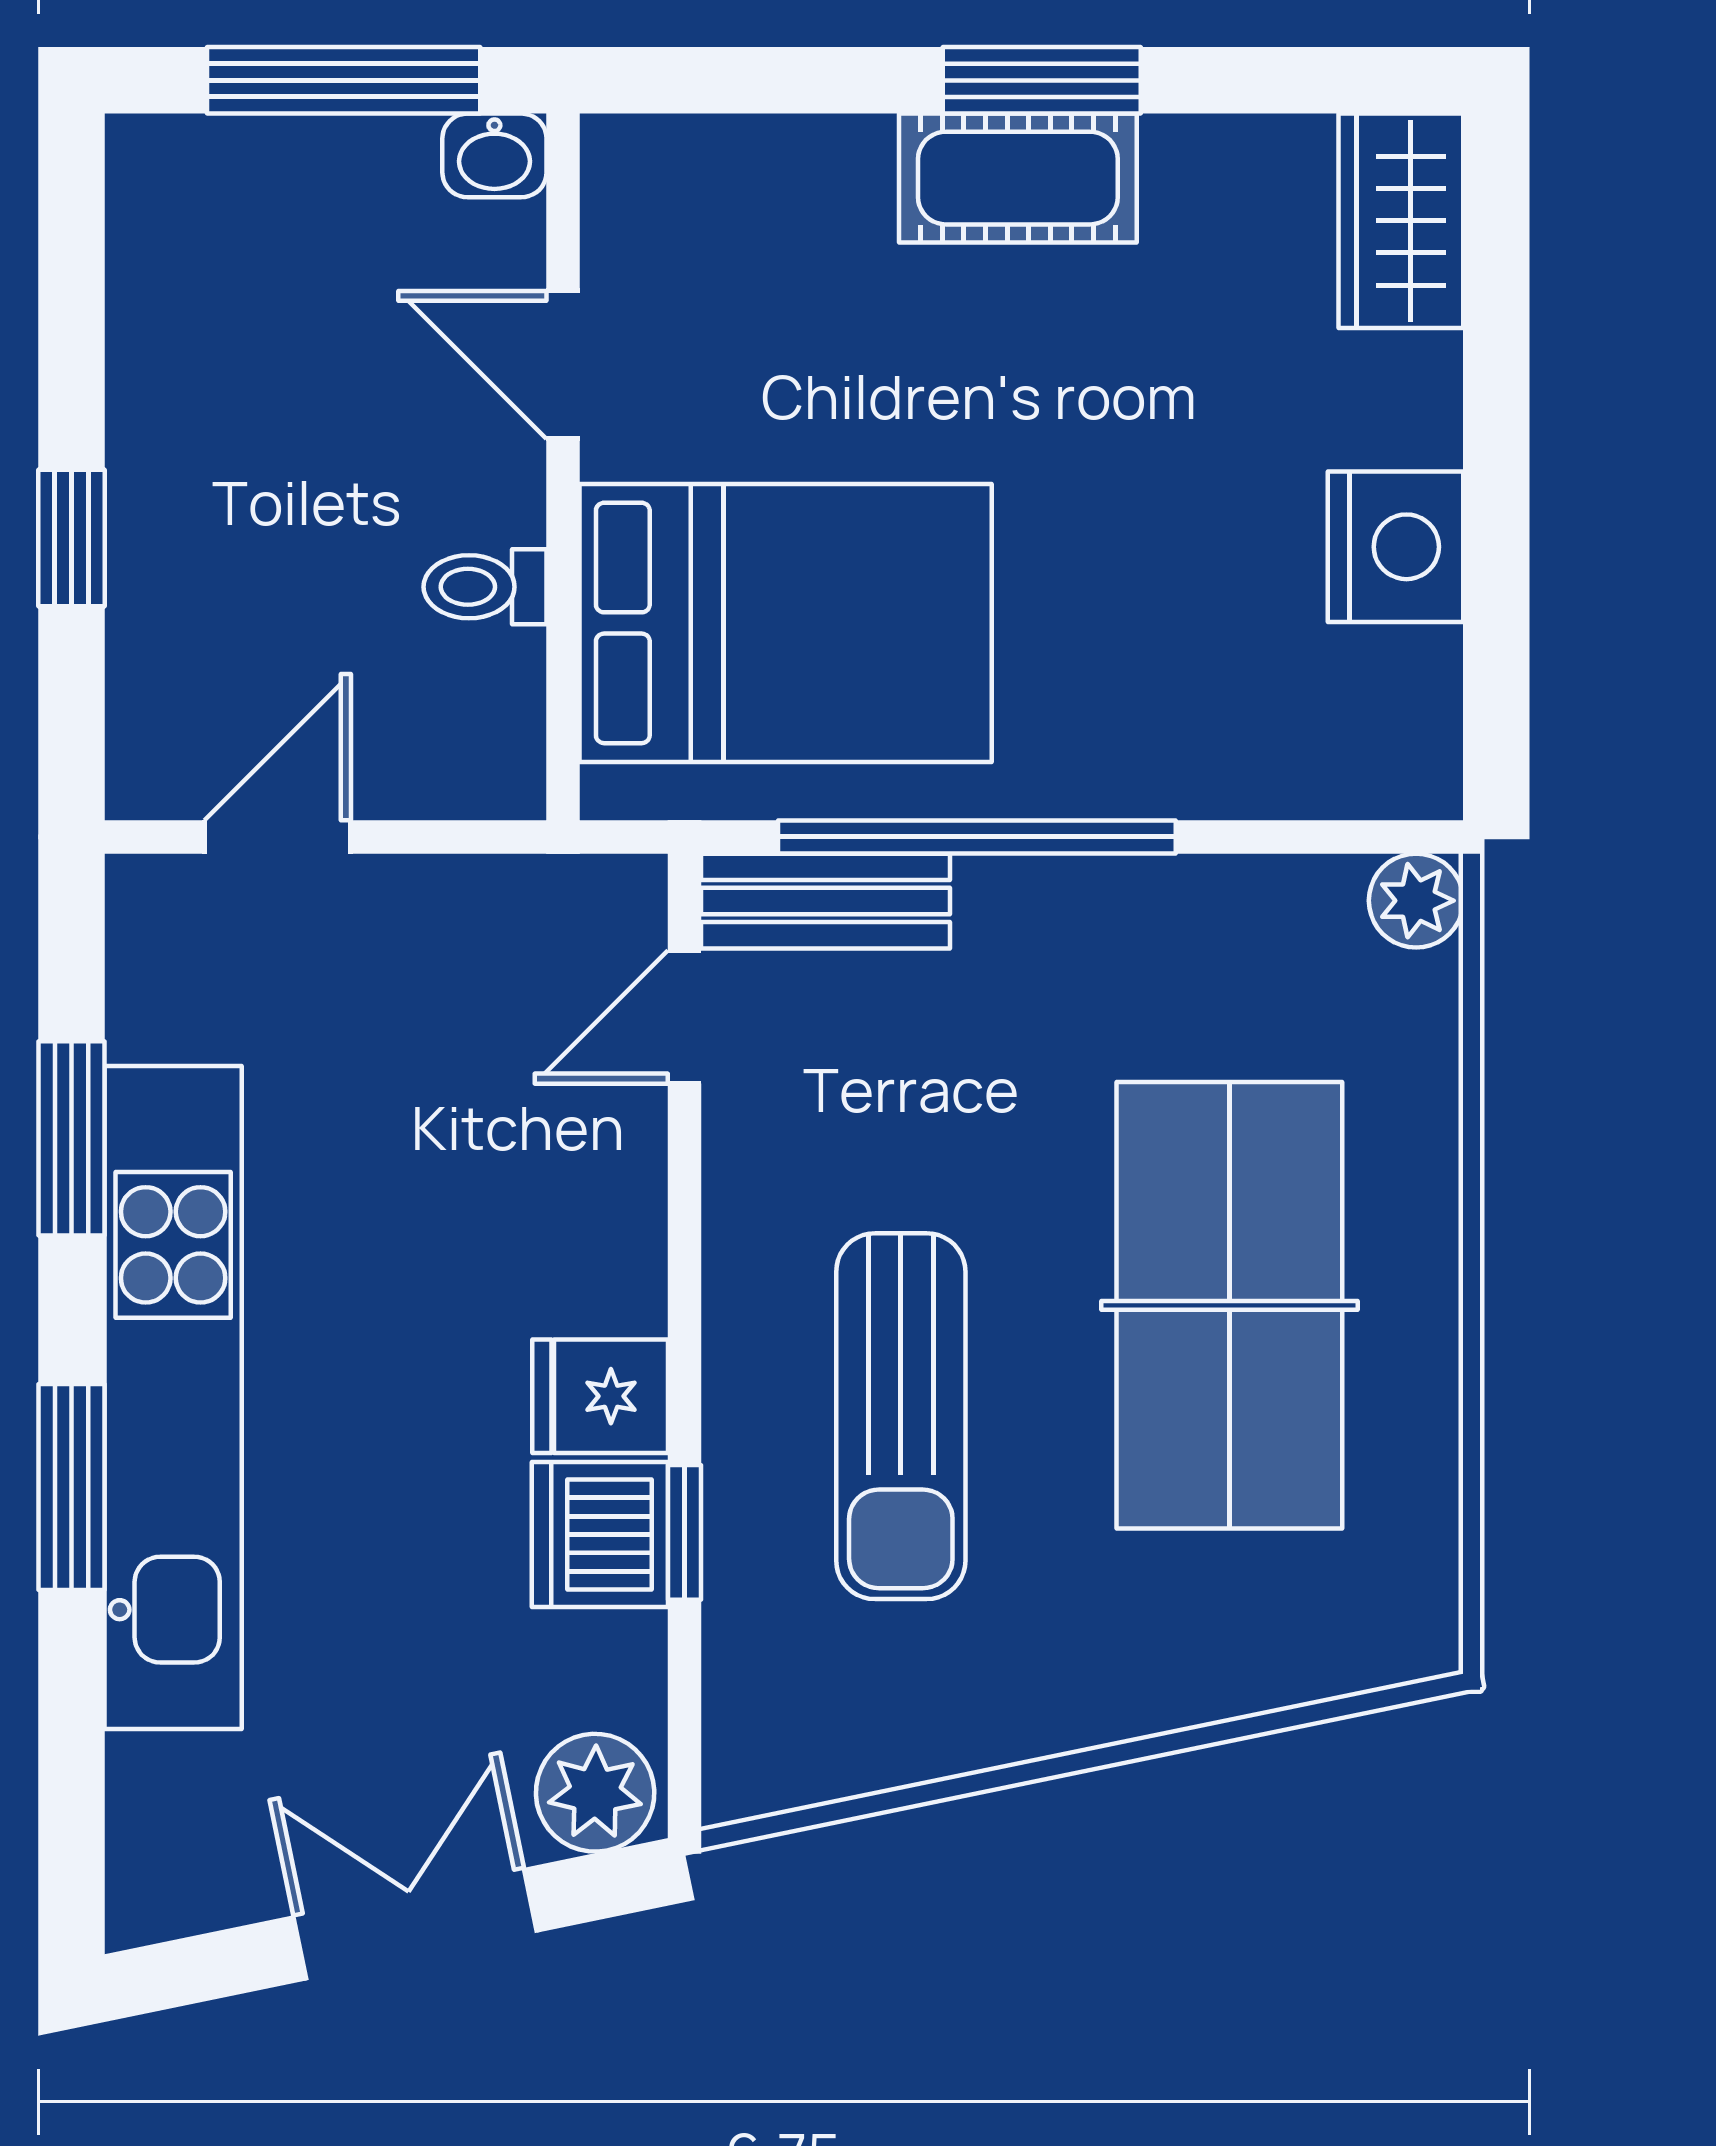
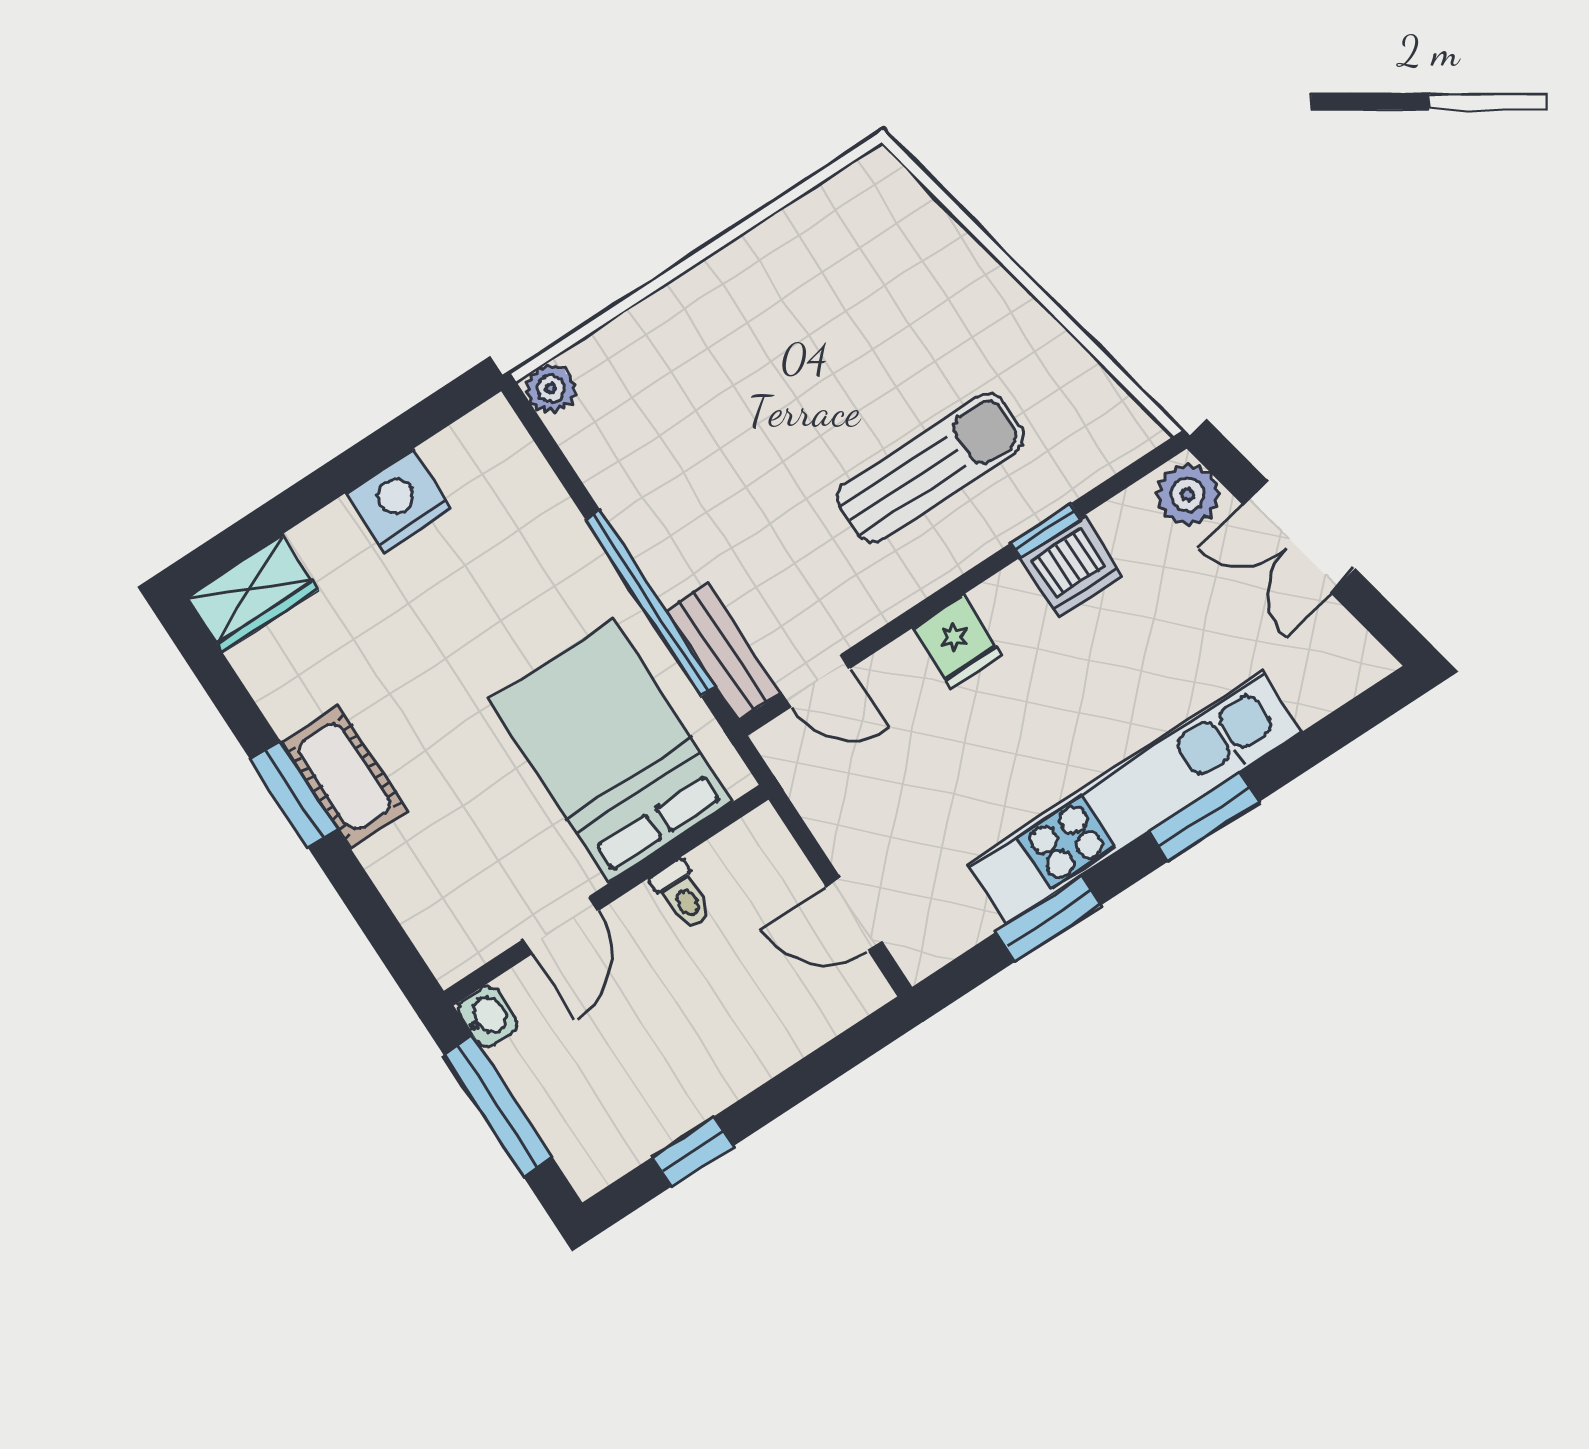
window: (71, 538) -> (692, 1152), moved
table tennis table: (1229, 1305) -> (785, 354), removed
fridge: (600, 1396) -> (957, 642), moved

